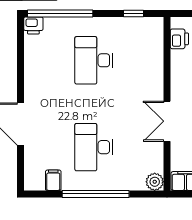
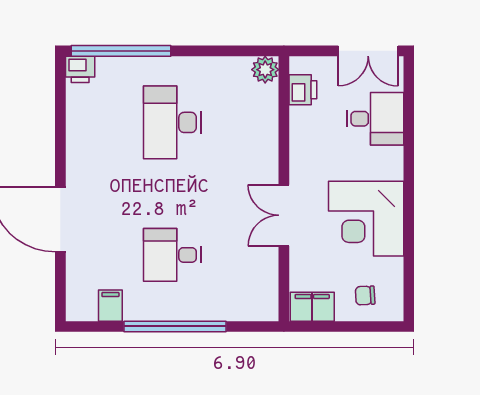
window: (133, 13) -> (233, 51), removed
desk: (94, 147) -> (172, 255), width x0.73
plant: (155, 182) -> (265, 70), moved

